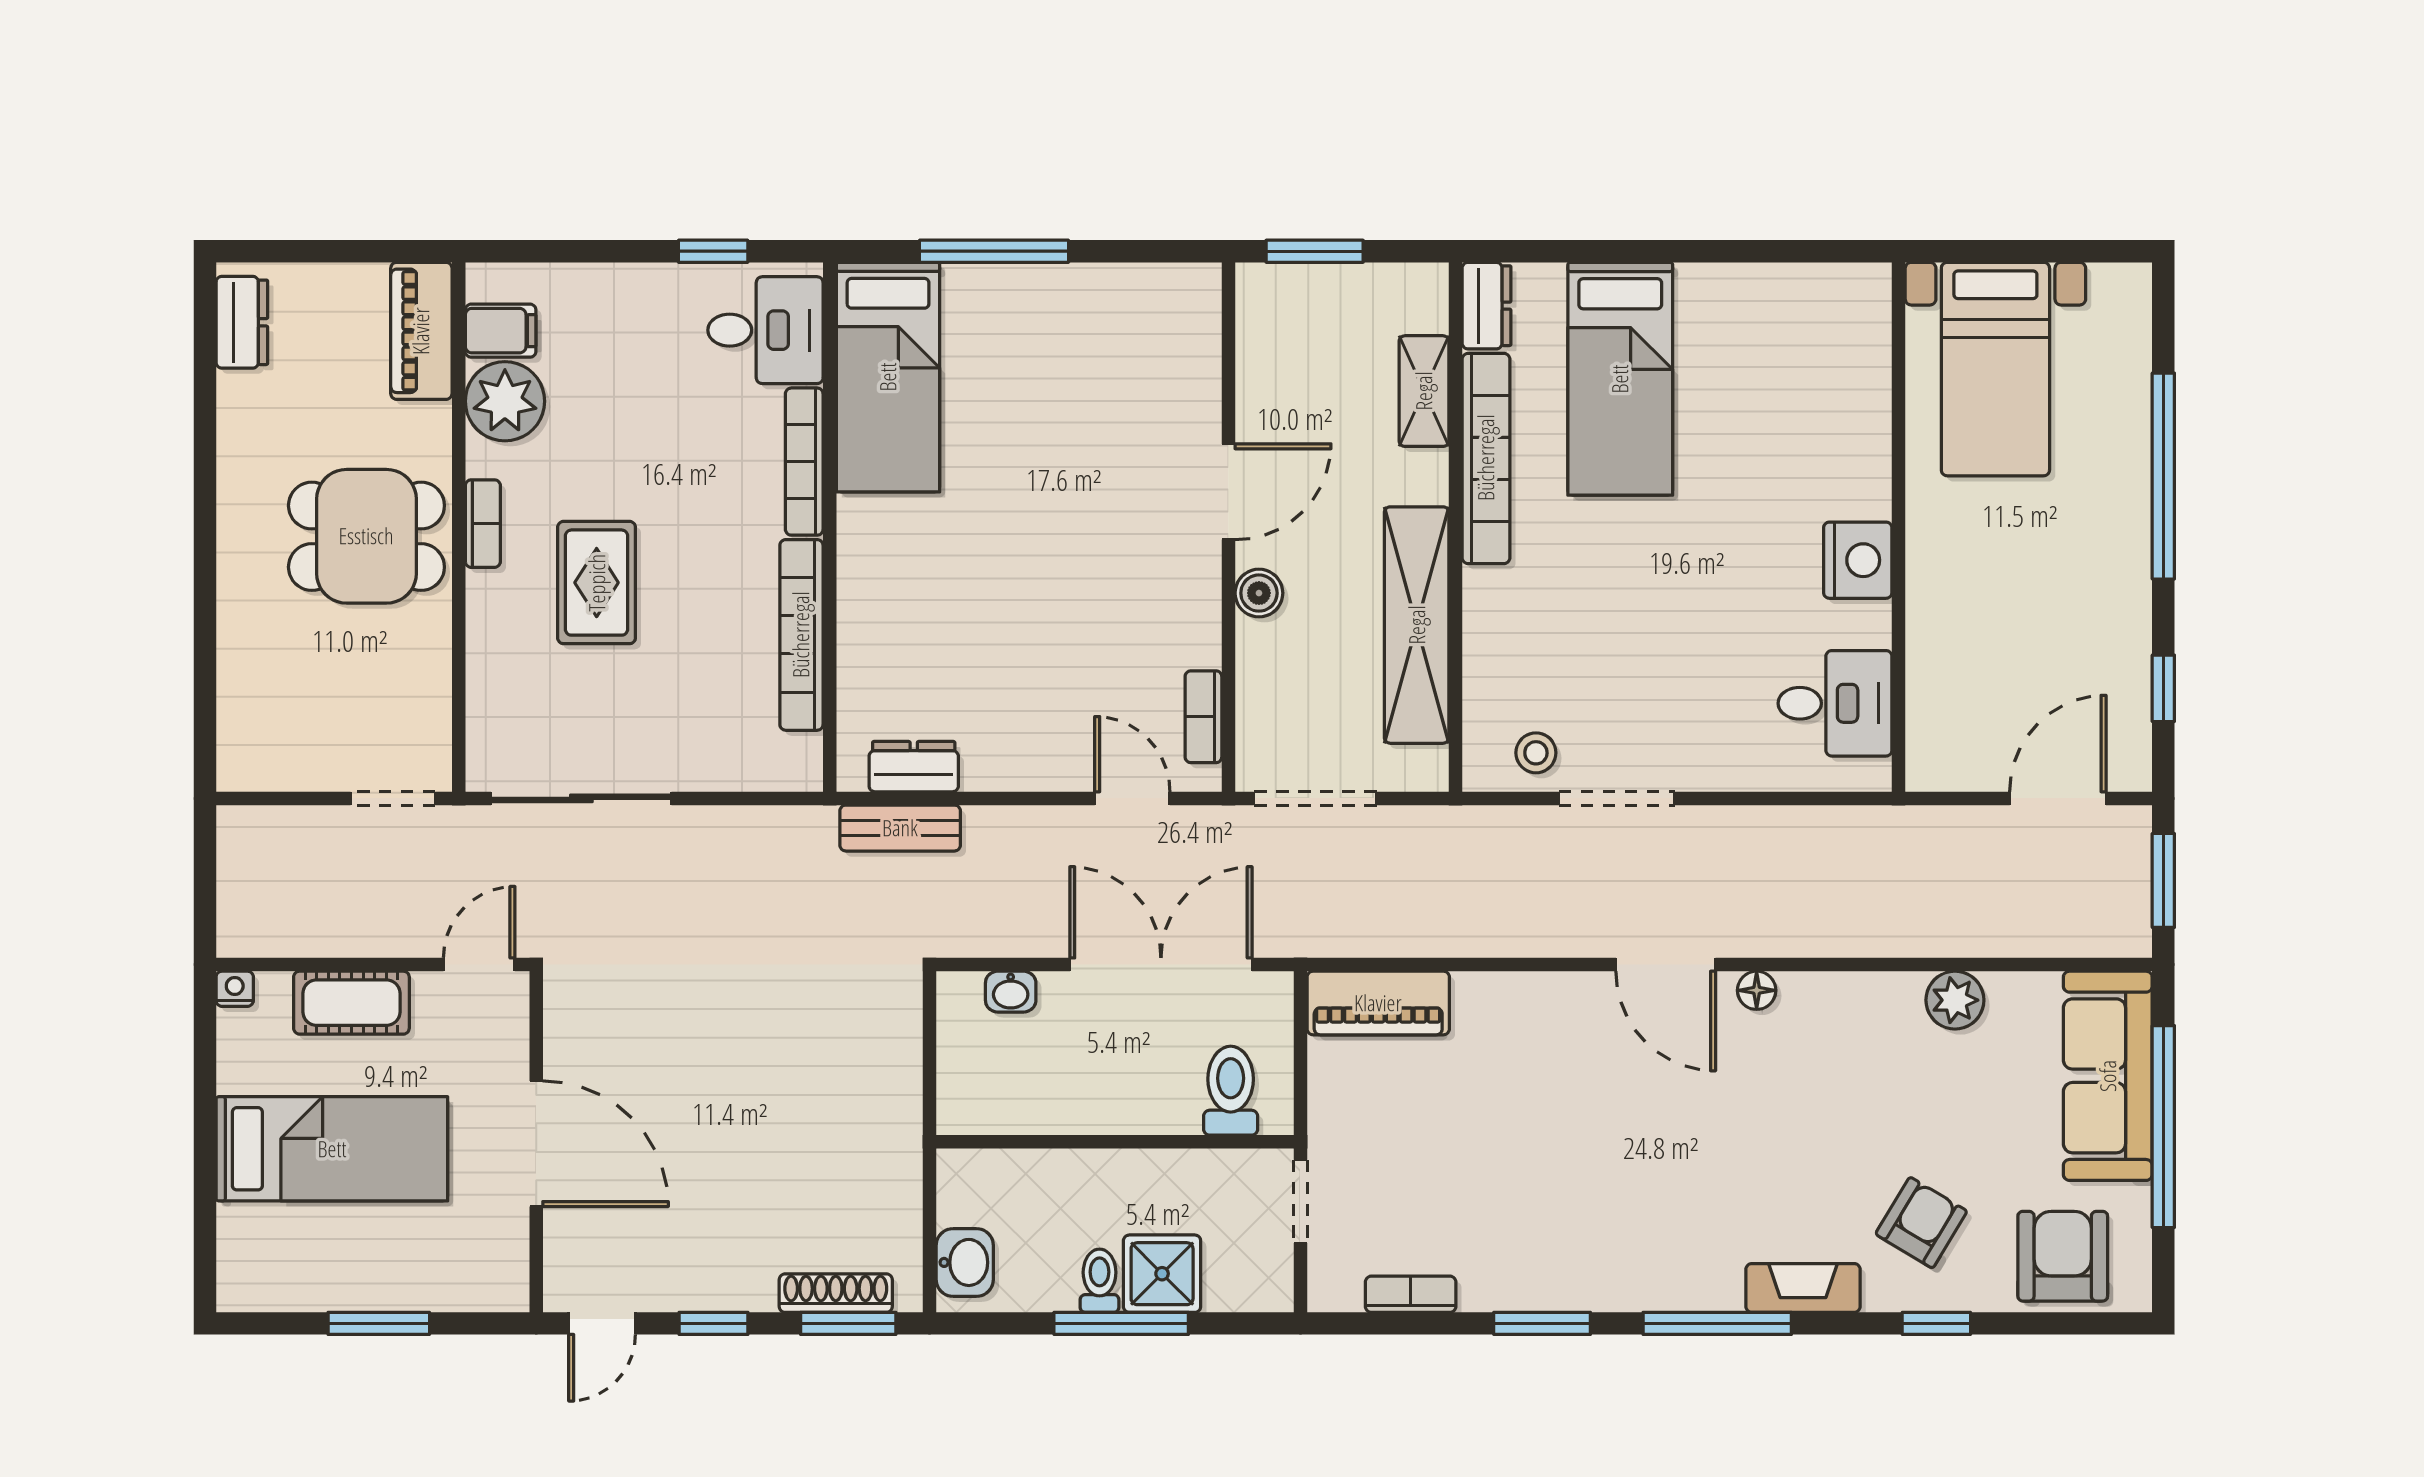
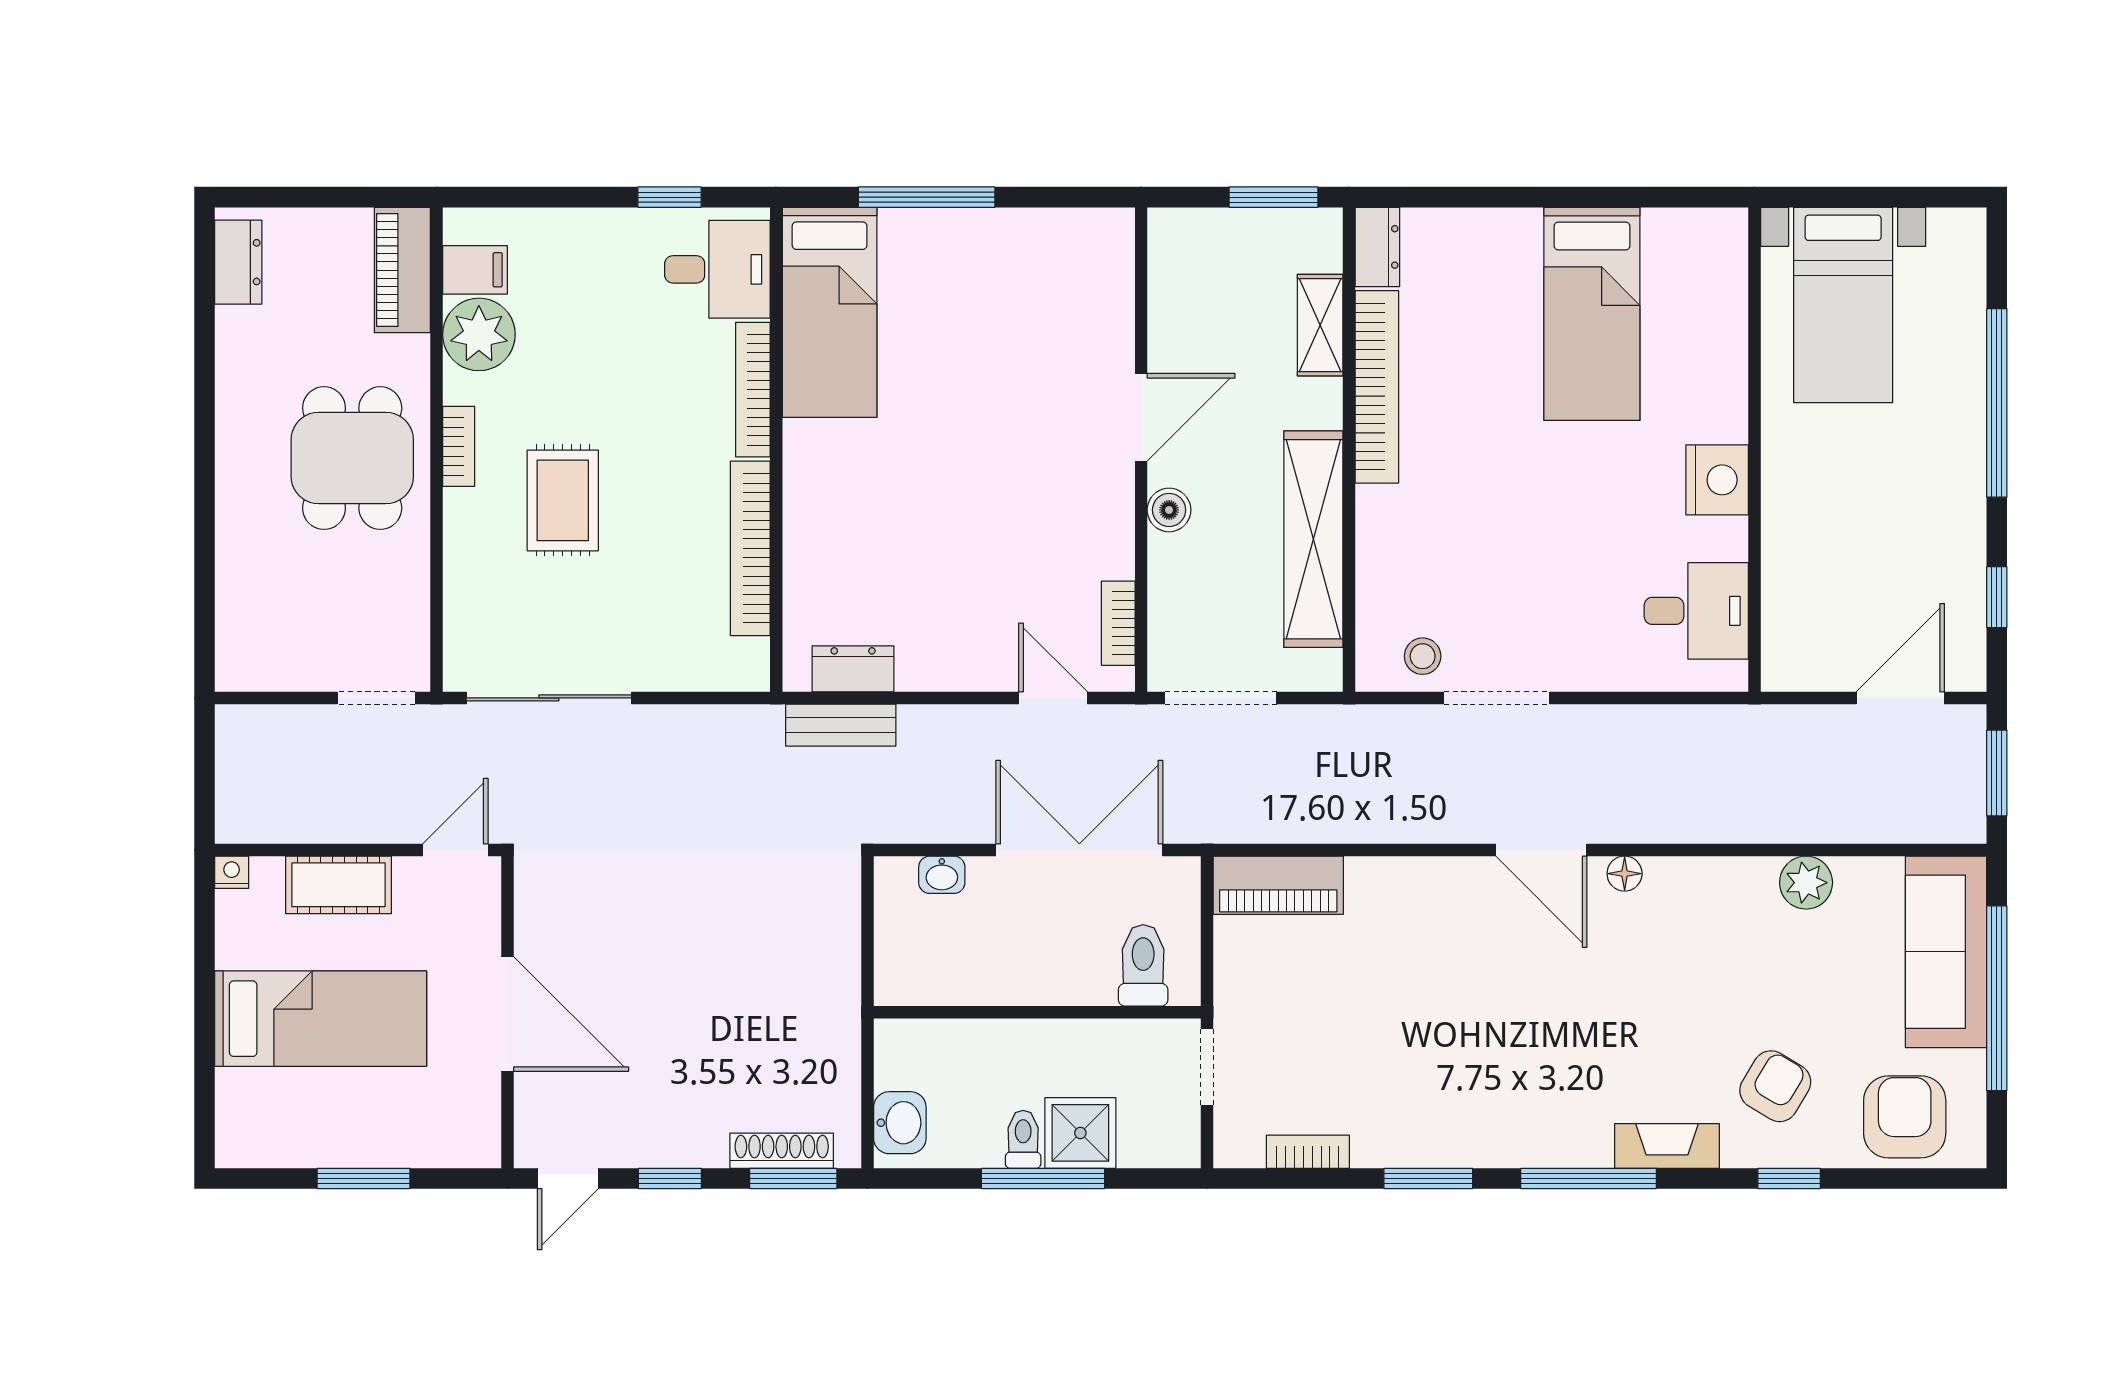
window: (1315, 251) -> (1273, 197), moved
bed: (1620, 379) -> (1592, 314), moved
dining table: (366, 536) -> (352, 458), turned 90

